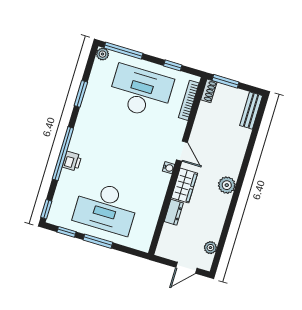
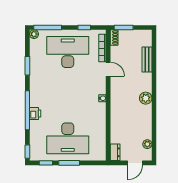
bench: (251, 111) -> (147, 60), moved
door: (182, 151) -> (108, 69), moved
wardrobe: (184, 186) -> (117, 107), removed
dresser: (174, 212) -> (115, 152), moved

